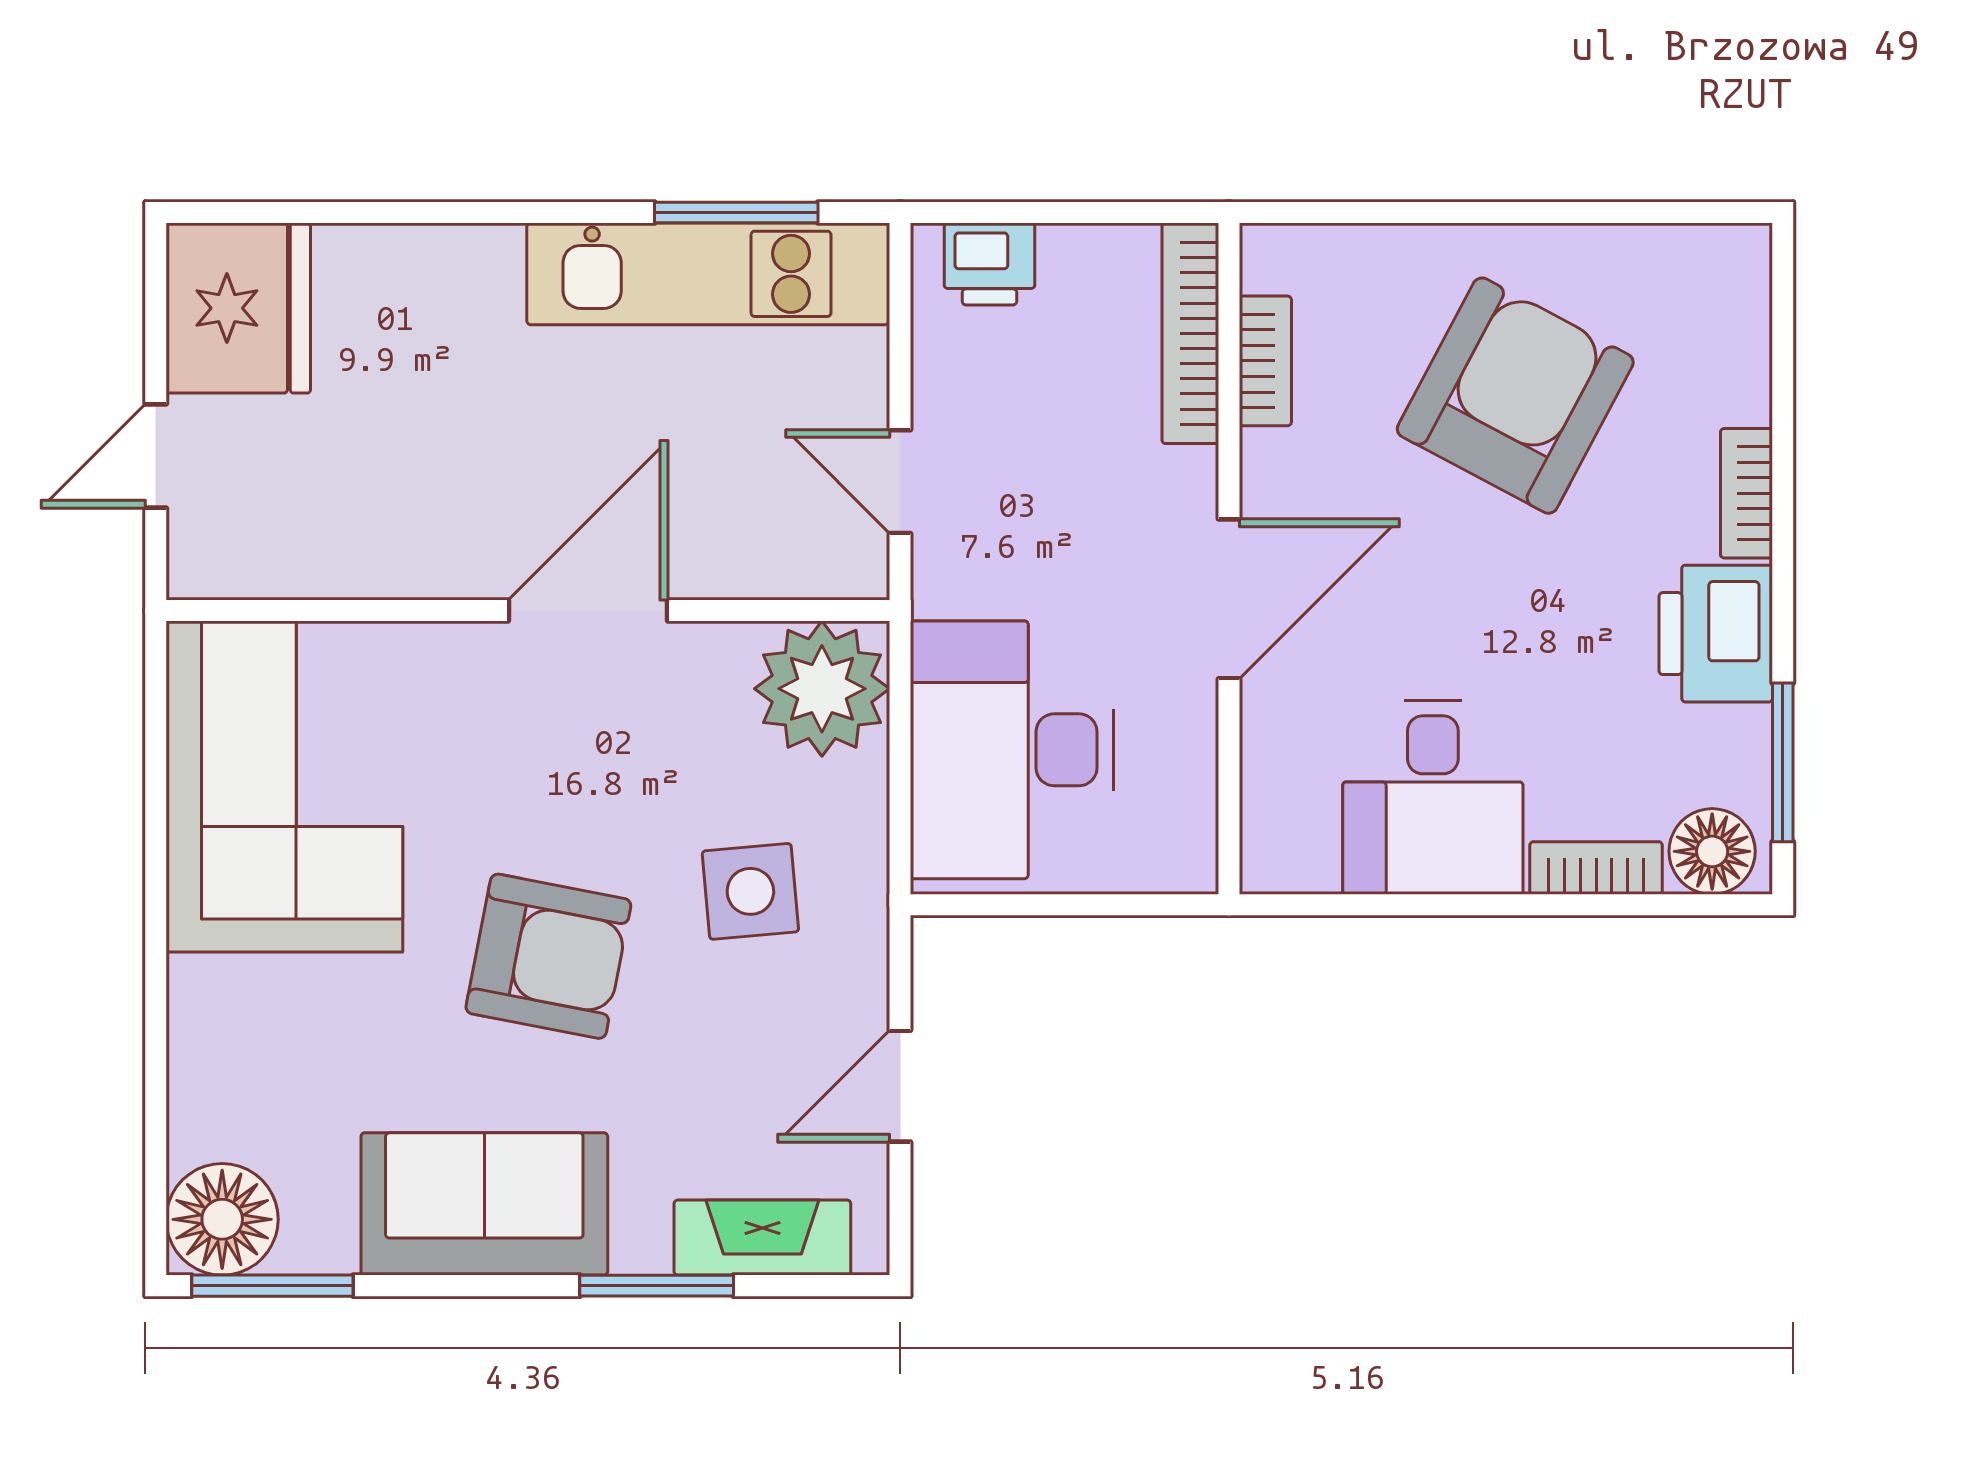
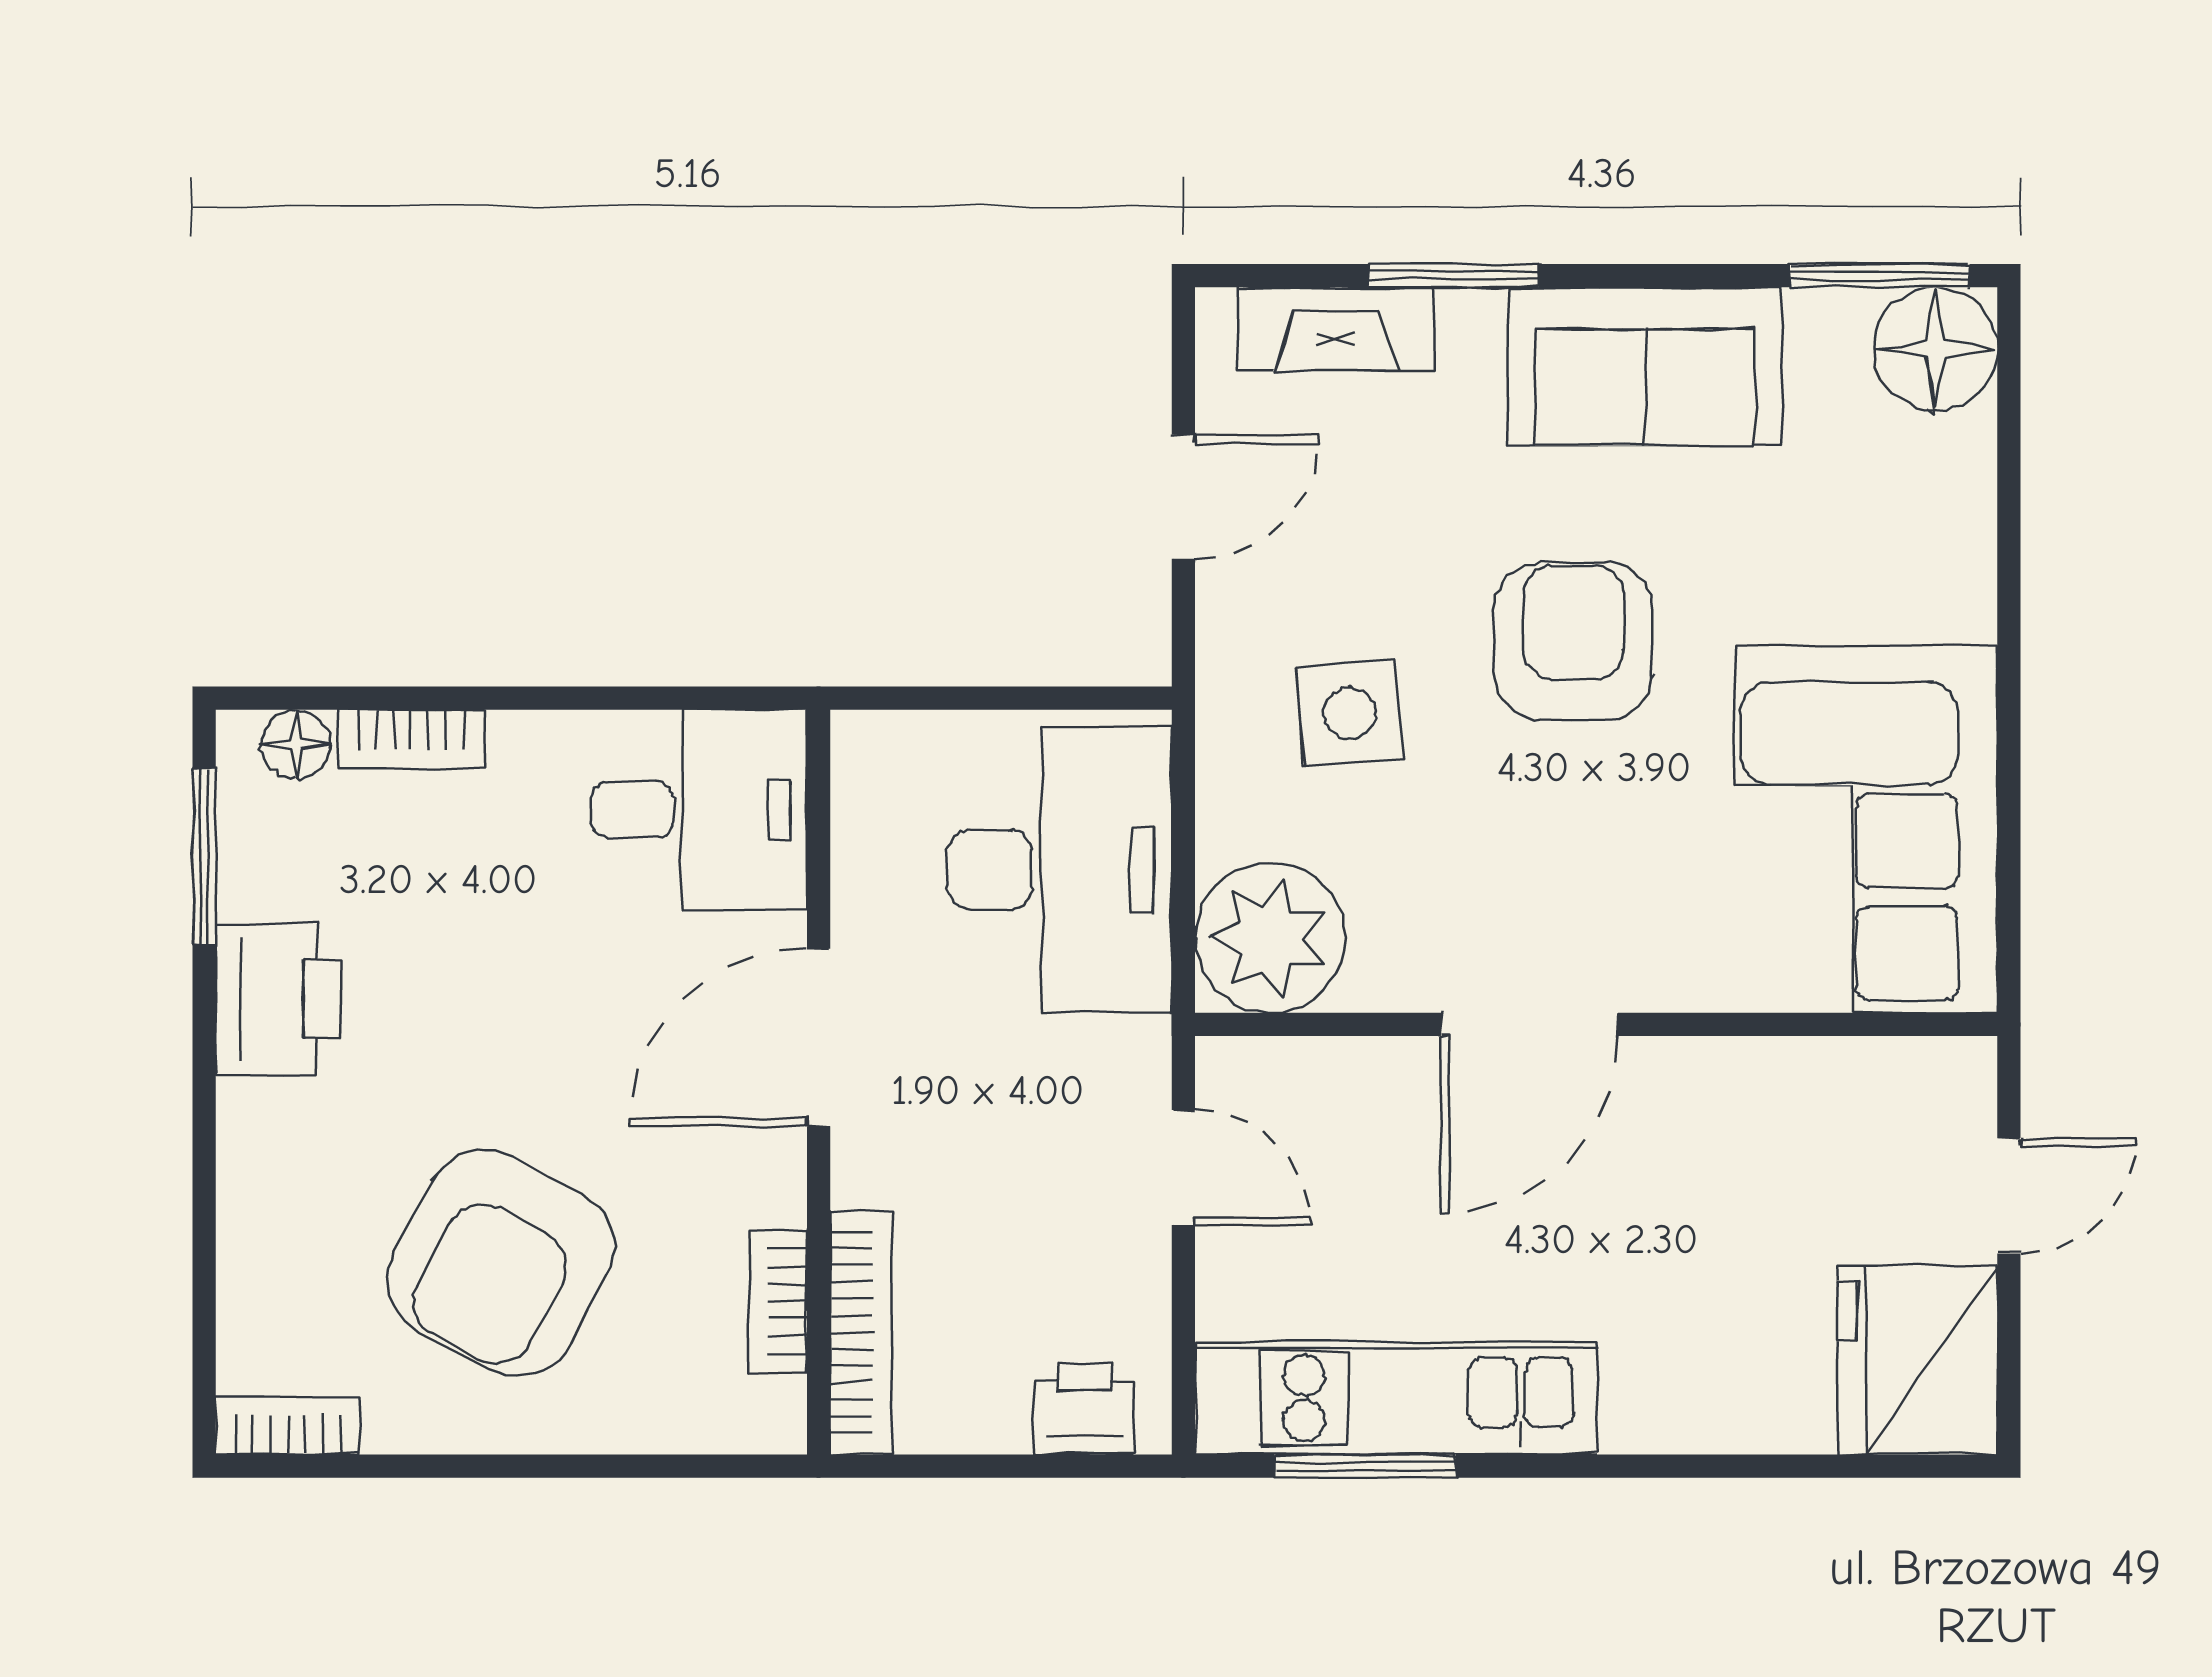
bookcase: (1746, 493) -> (288, 1426), moved, turned -90
desk: (1433, 797) -> (699, 810), moved, turned 90
floor lamp: (1712, 851) -> (295, 744), width x0.73, depth x0.73
armchair: (548, 956) -> (1573, 641), turned 79

